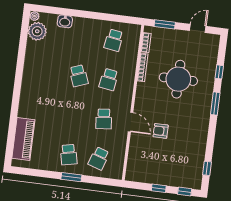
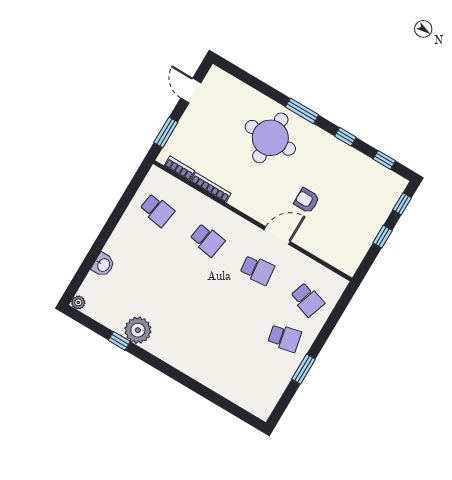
plant: (37, 31) -> (138, 330), moved
window: (22, 52) -> (119, 341), added
window: (219, 72) -> (345, 137), moved
school desk: (79, 76) -> (184, 278), removed
round table: (178, 79) -> (270, 138), moved
armchair: (161, 131) -> (307, 200), turned 90
piano: (23, 139) -> (237, 390), removed
window: (71, 177) -> (304, 369), moved

